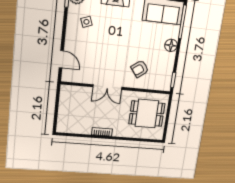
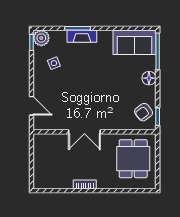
armchair: (140, 69) -> (144, 112), moved
dining table: (147, 114) -> (133, 159), turned 90

